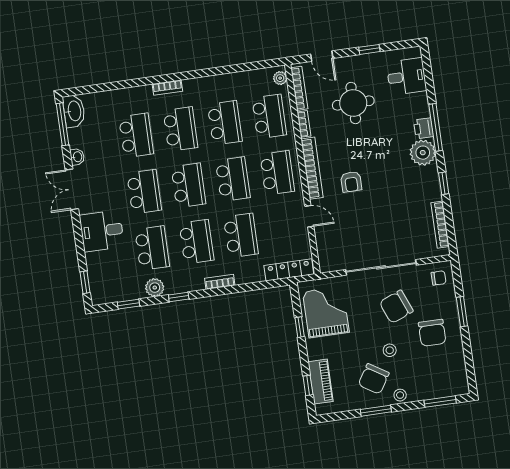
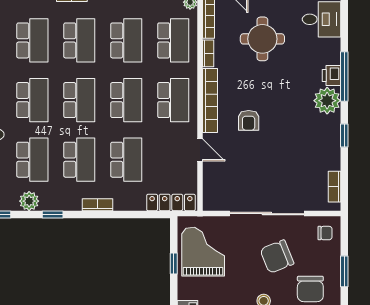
bookcase: (440, 225) -> (334, 187), width x0.64

